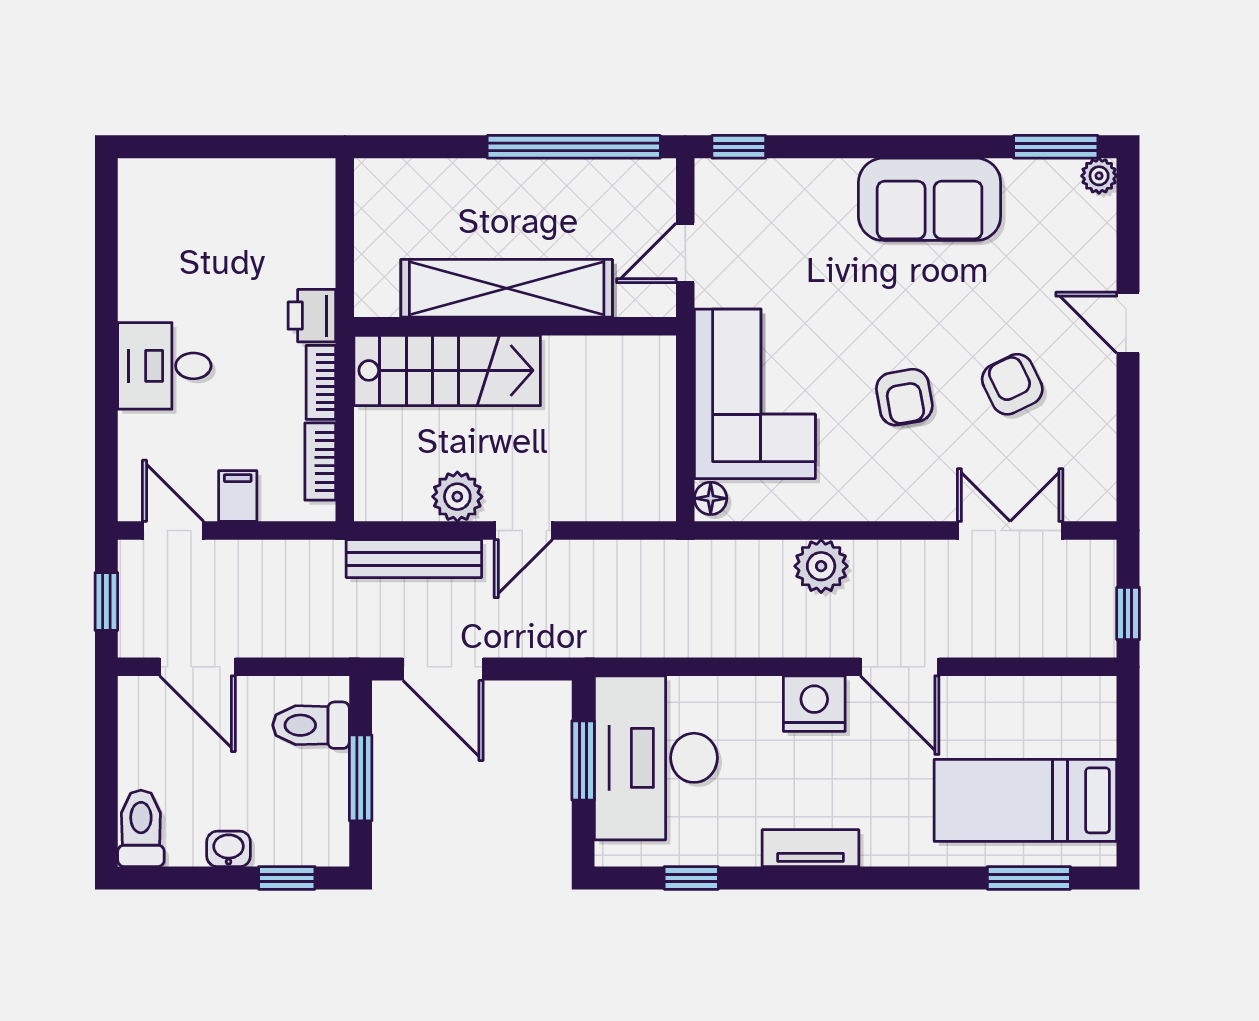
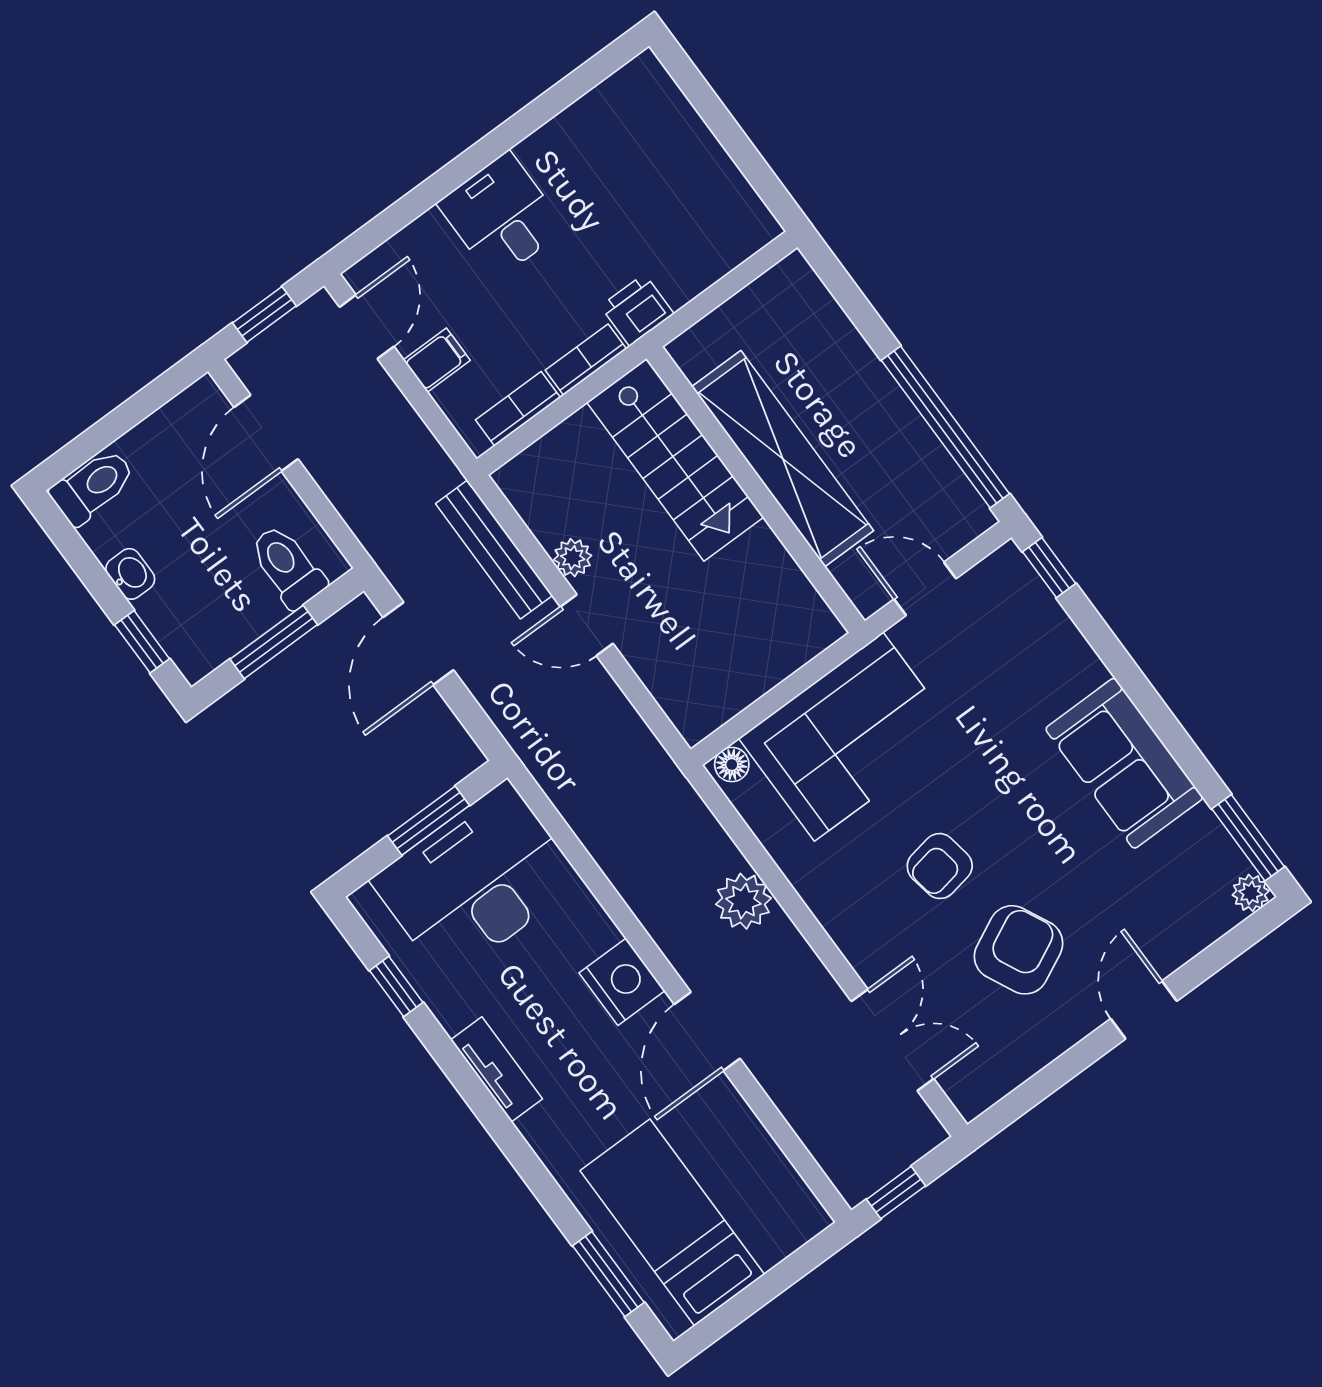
armchair: (1012, 384) -> (1019, 950), width x1.38, depth x1.38
plant: (457, 497) -> (573, 558), width x0.73, depth x0.73

